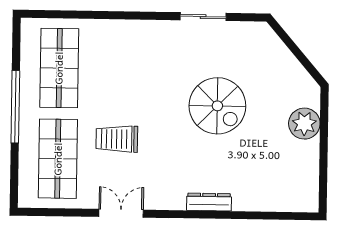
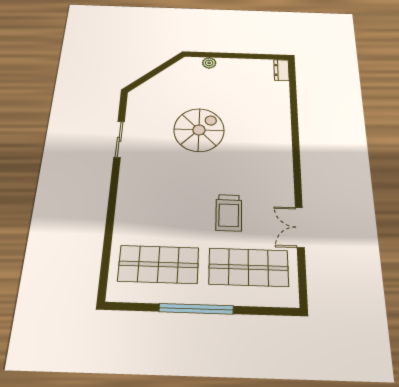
plant: (304, 124) -> (209, 63), width x0.53, depth x0.53
dresser: (209, 202) -> (281, 70), moved, width x0.70
double door: (121, 213) -> (300, 227), moved

